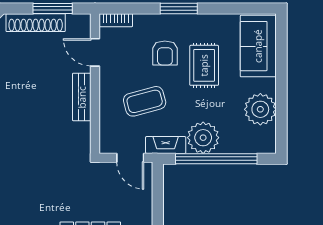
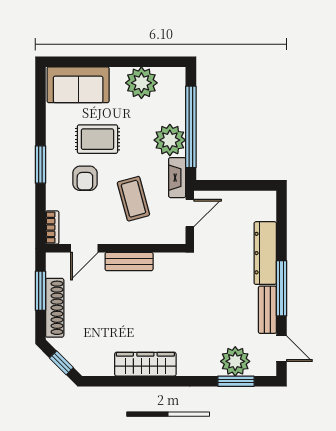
armchair: (165, 53) -> (85, 178), turned 90

